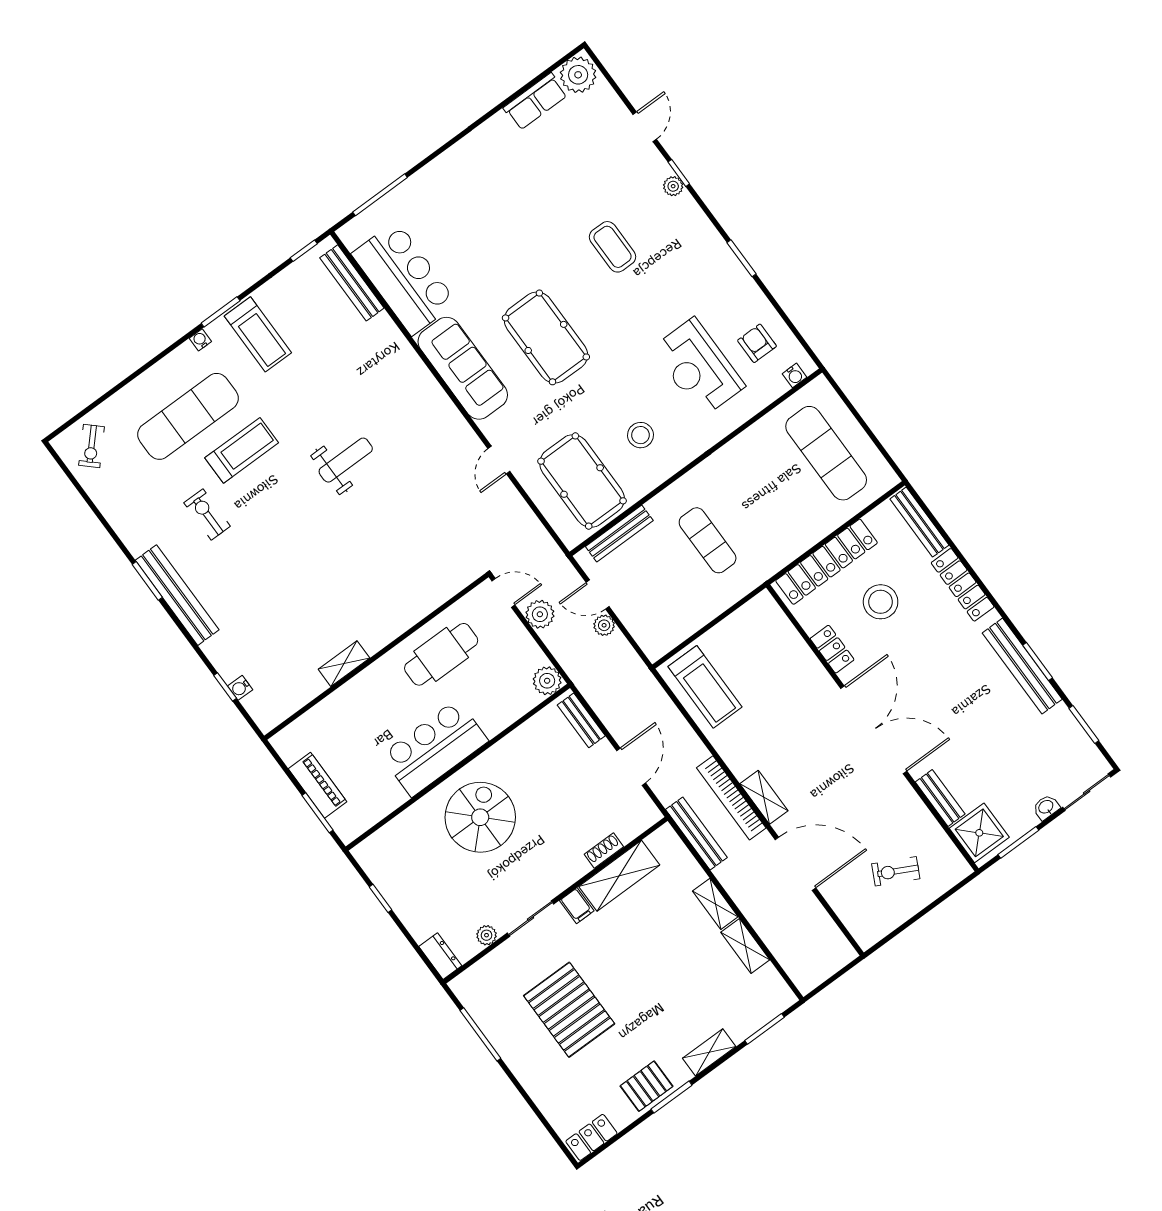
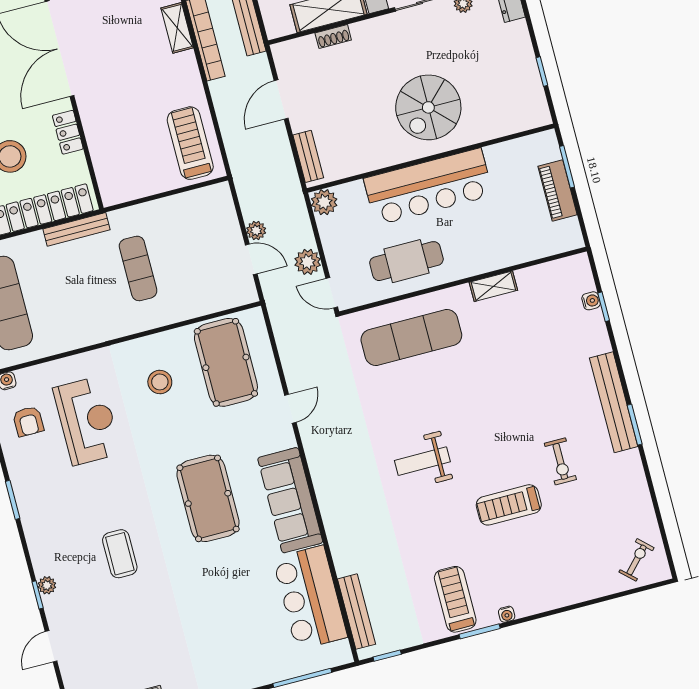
exercise mat: (188, 416) -> (411, 338), moved
bench: (619, 534) -> (77, 229), moved
bar counter: (435, 748) -> (428, 187), width x1.36

